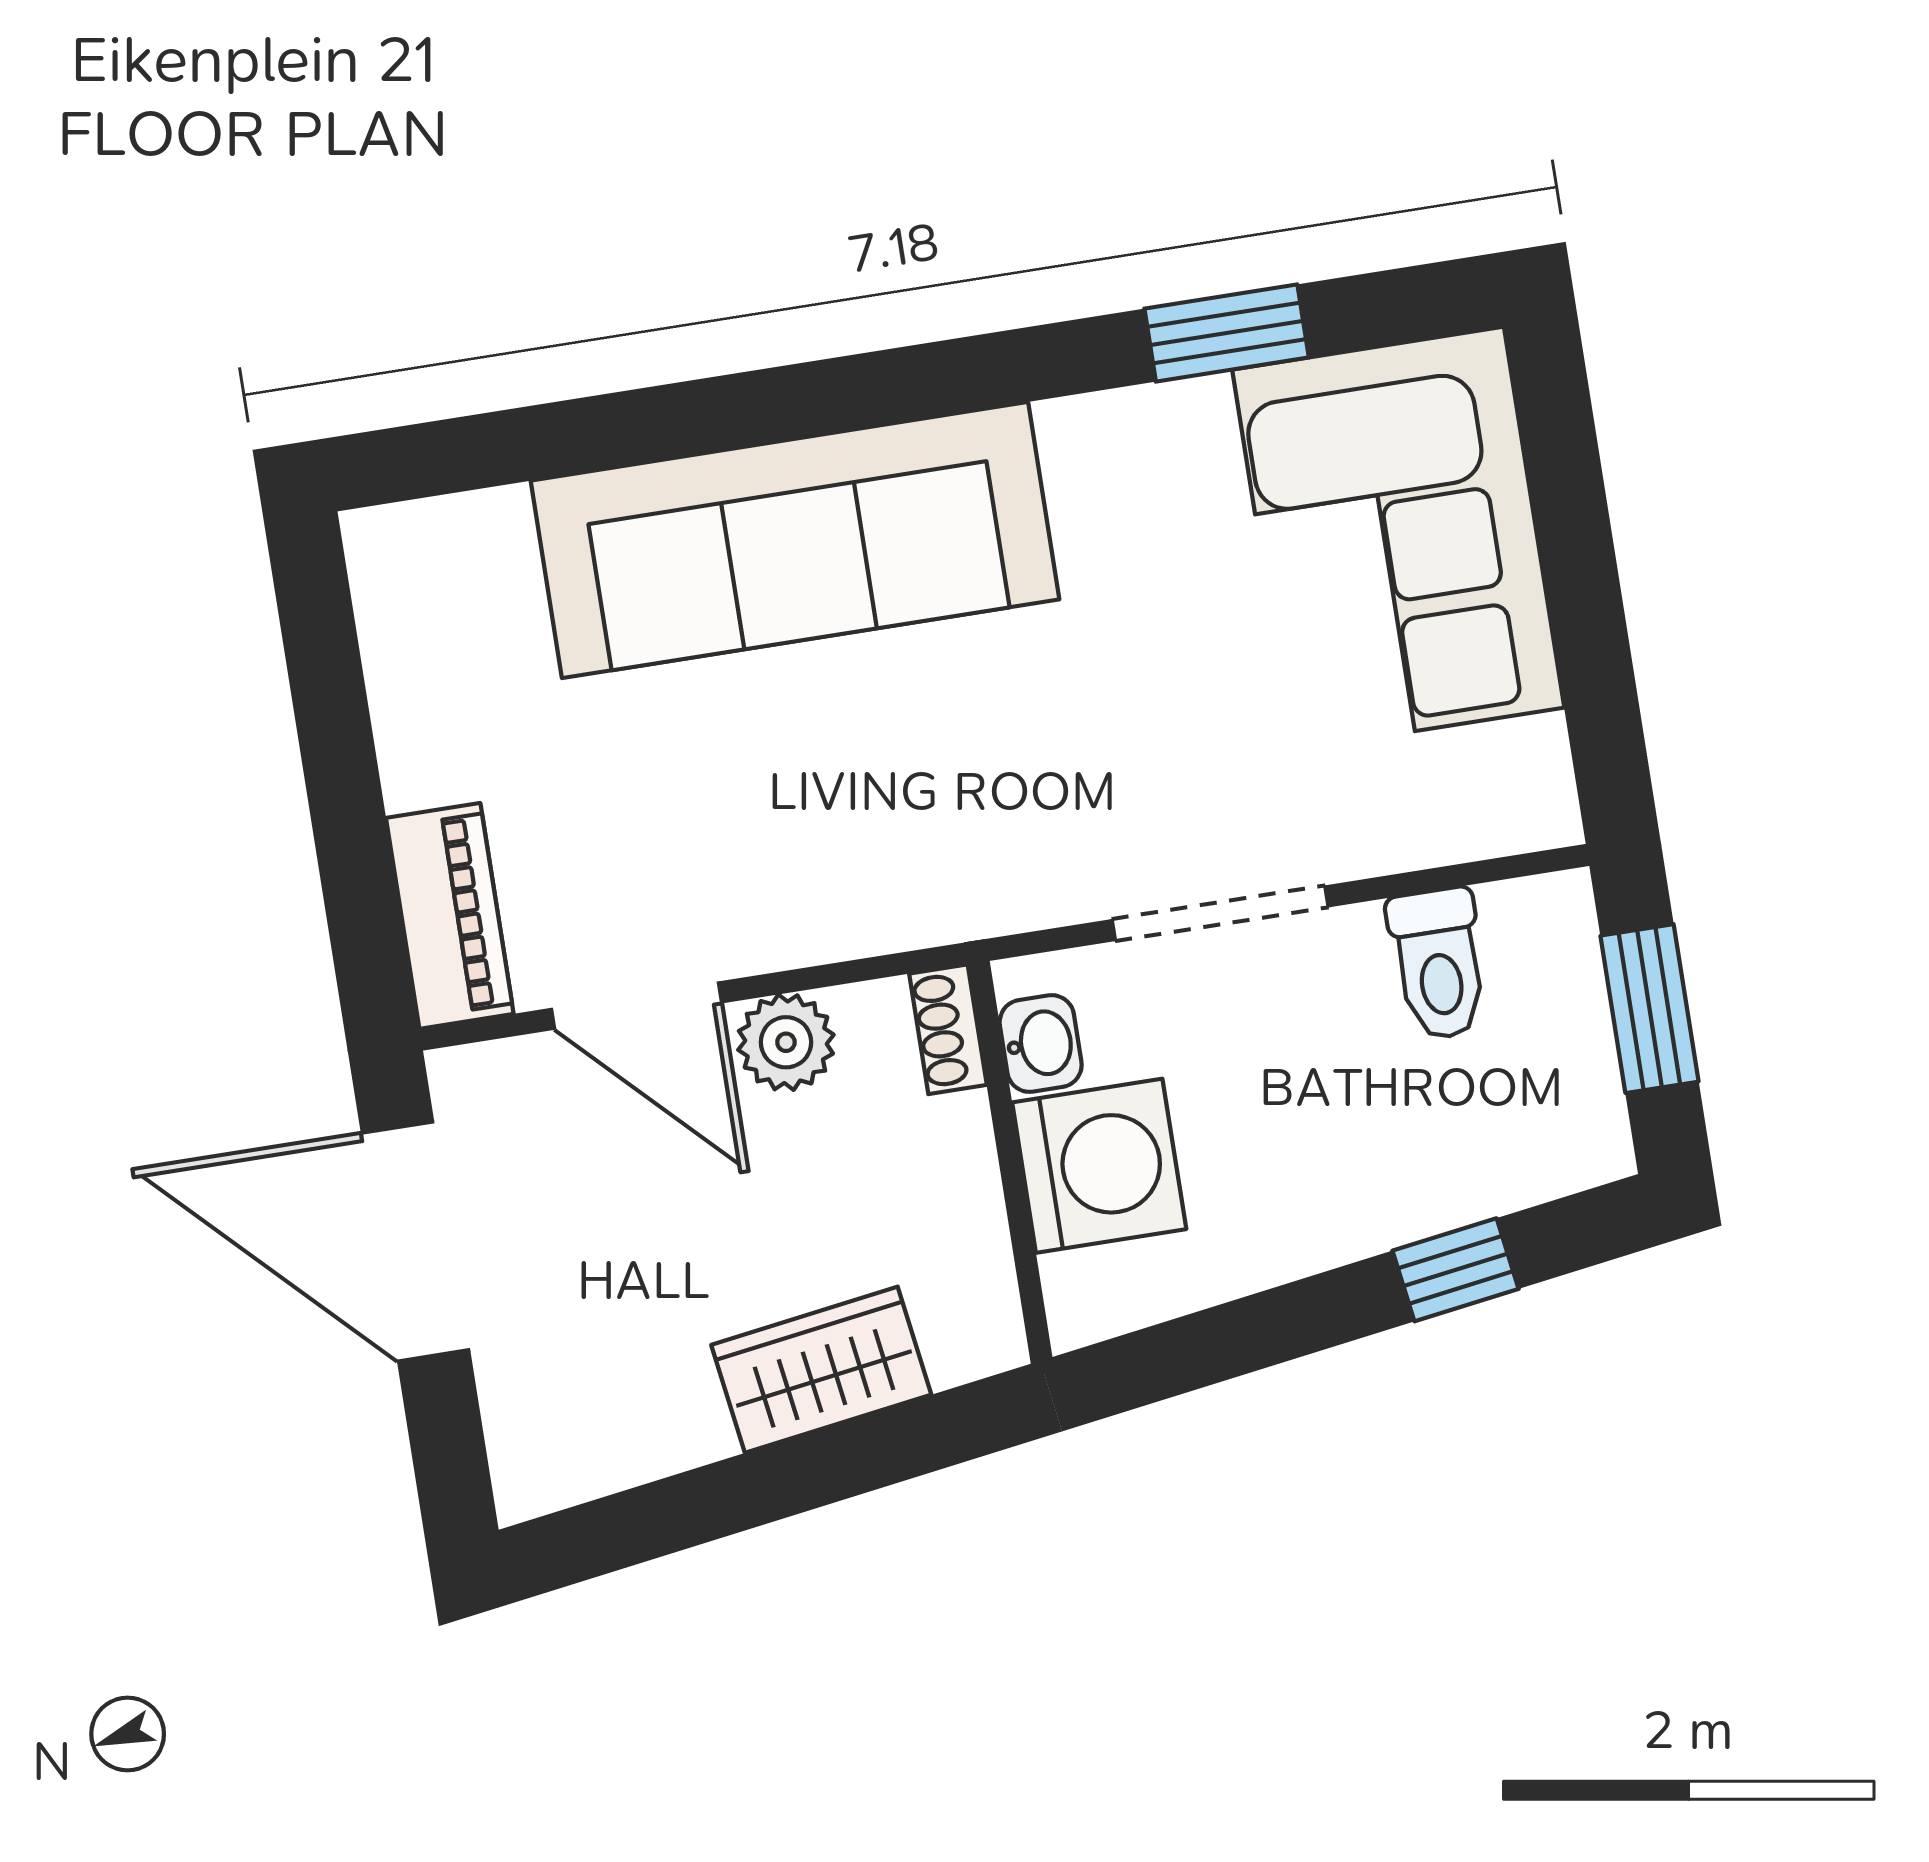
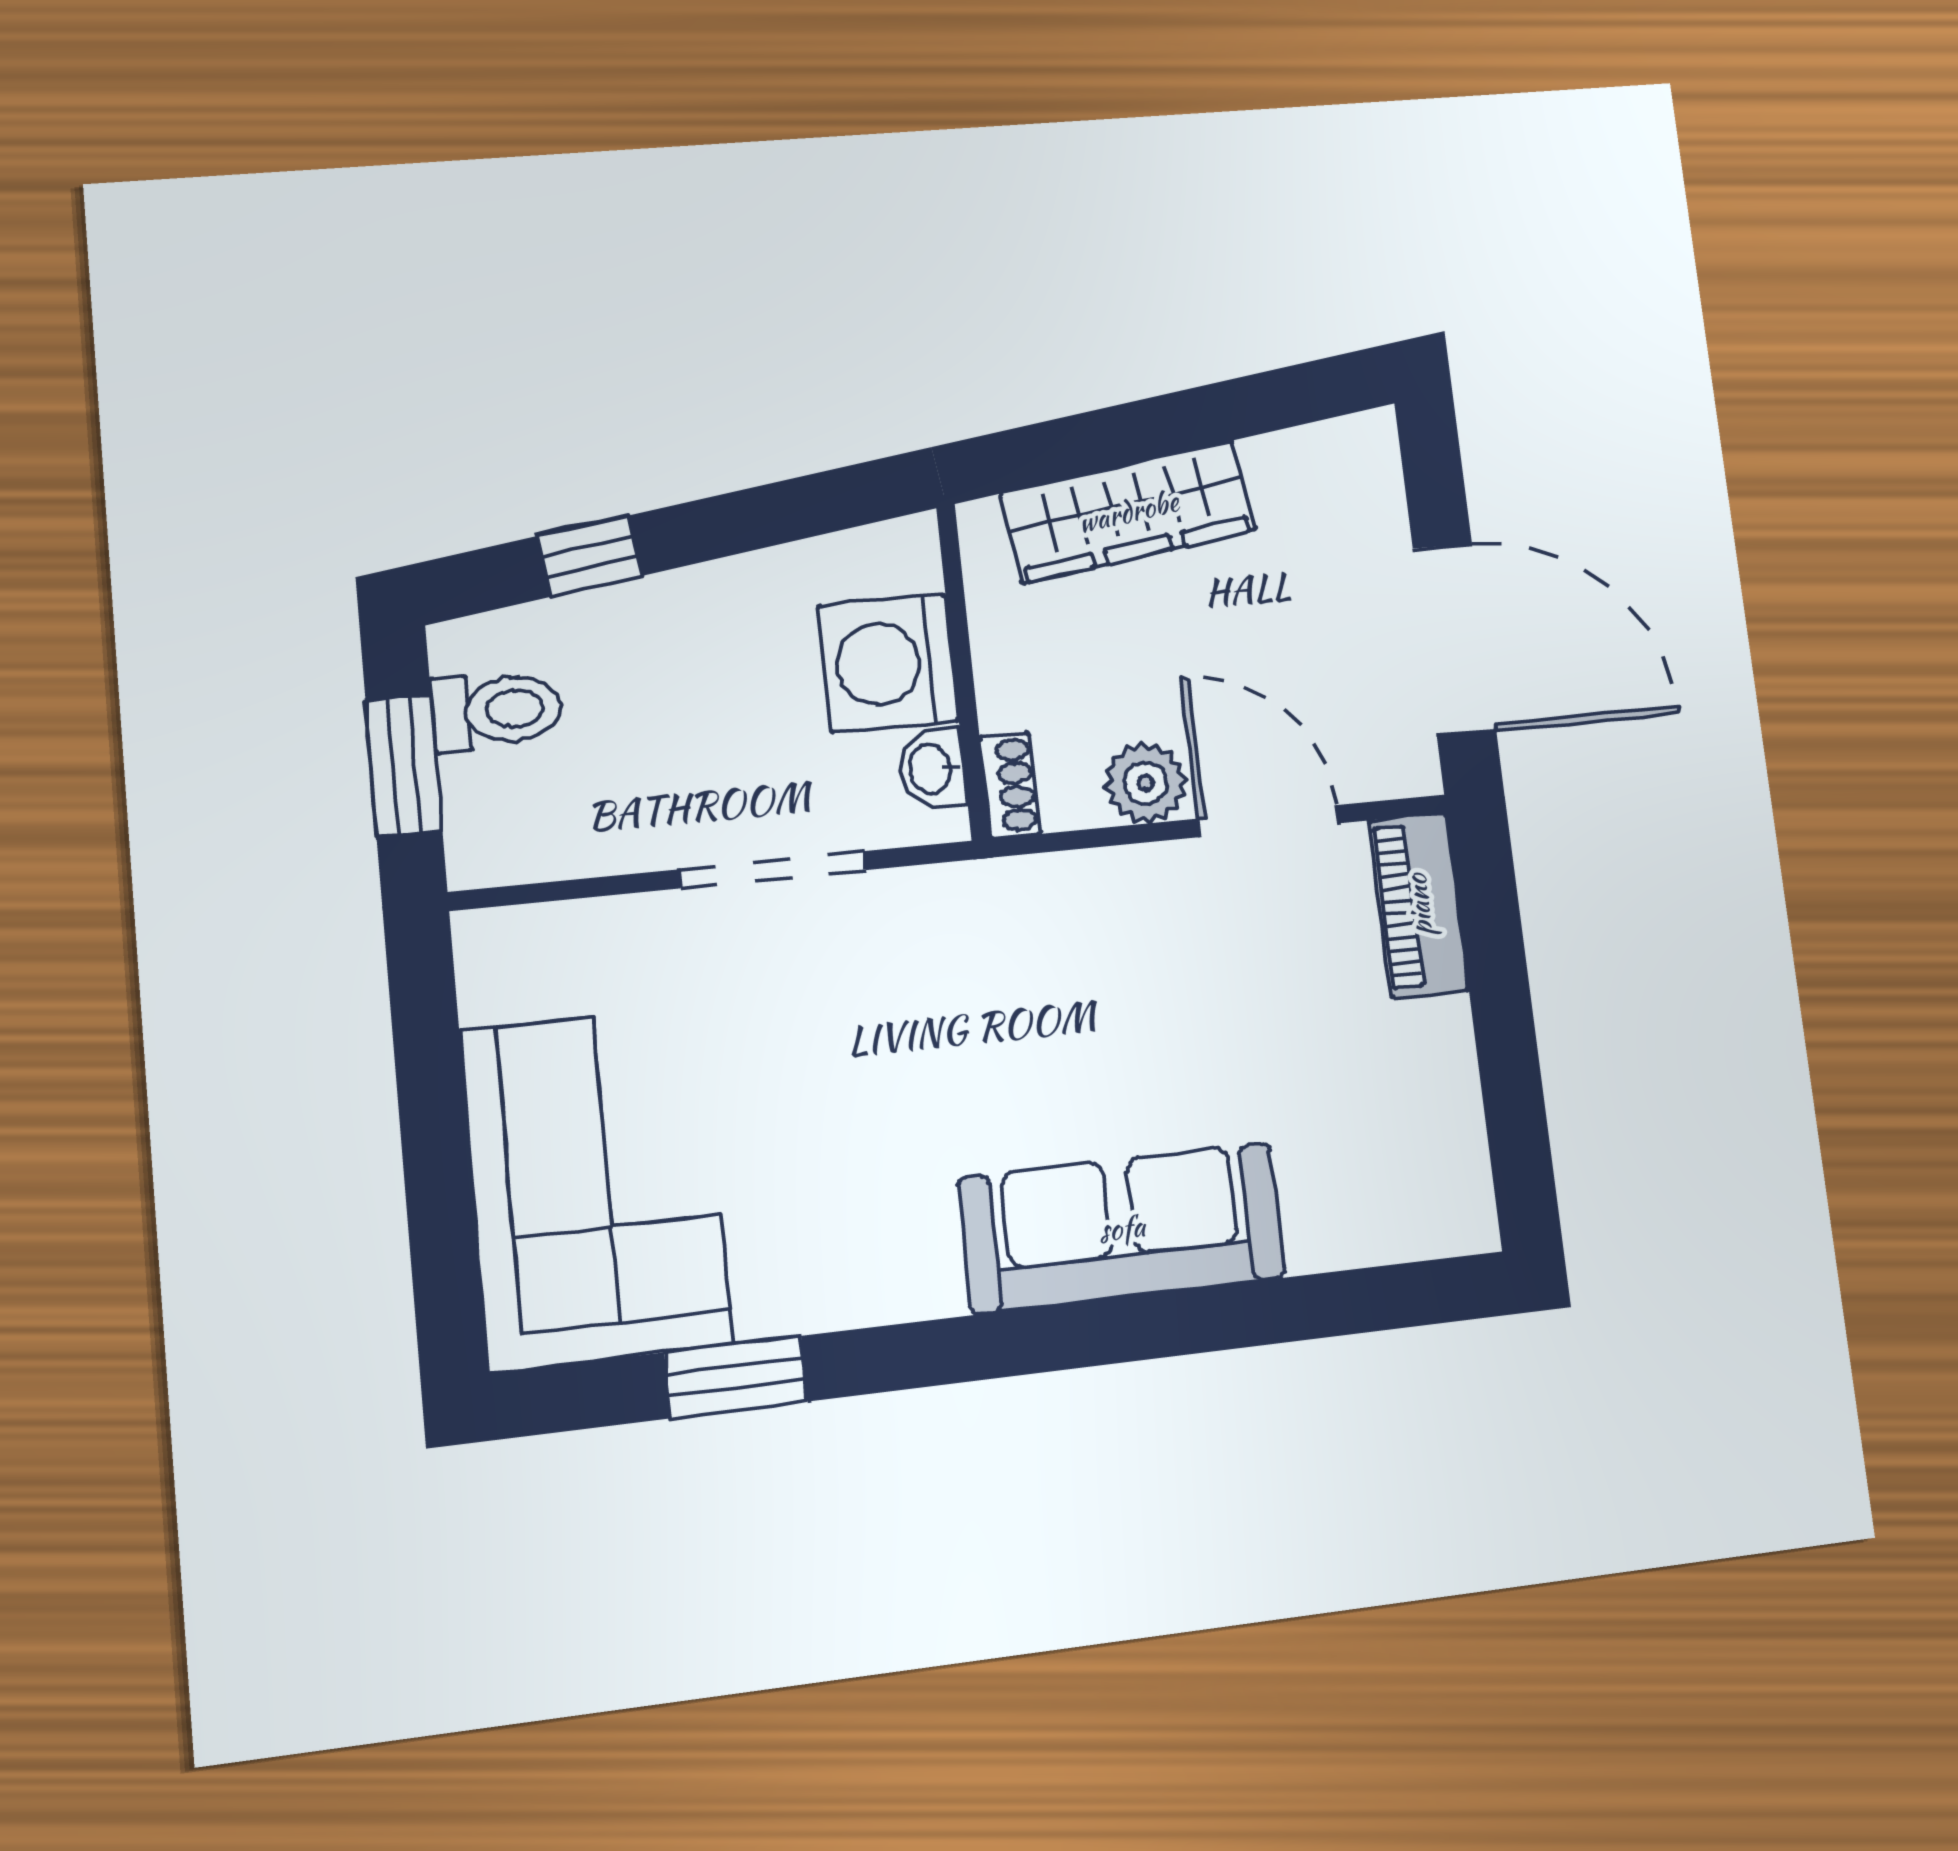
sofa: (795, 540) -> (1122, 1228), width x0.74, depth x0.79
toilet: (1438, 964) -> (497, 710), moved, turned 90
wardrobe: (821, 1370) -> (1128, 512), width x1.50

